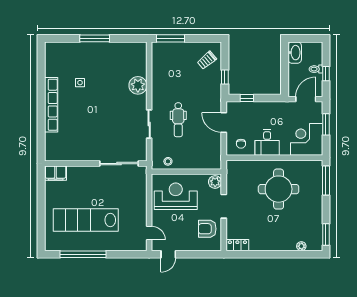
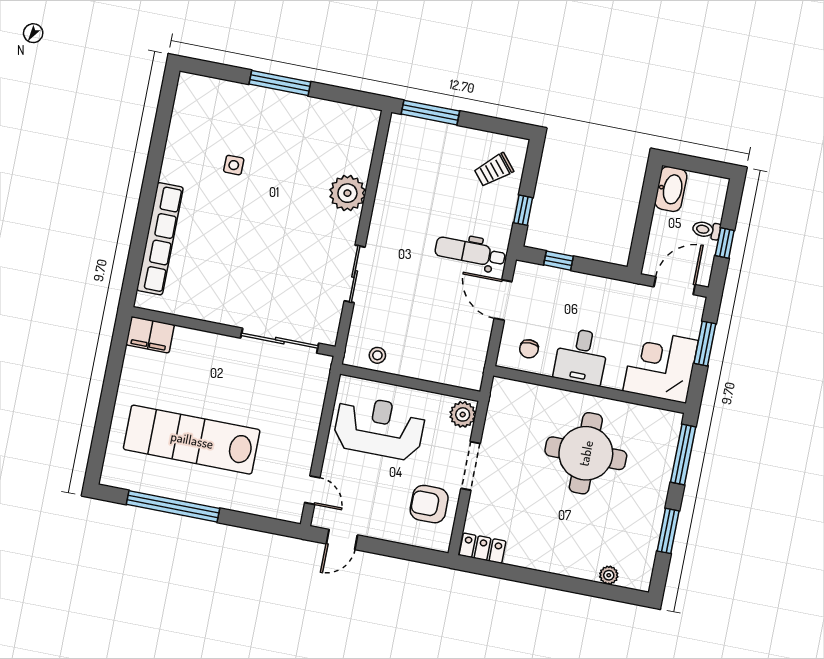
row of seats: (51, 105) -> (160, 239), moved
dental chair: (178, 120) -> (470, 252), moved, turned 90
window: (326, 235) -> (668, 531), moved

